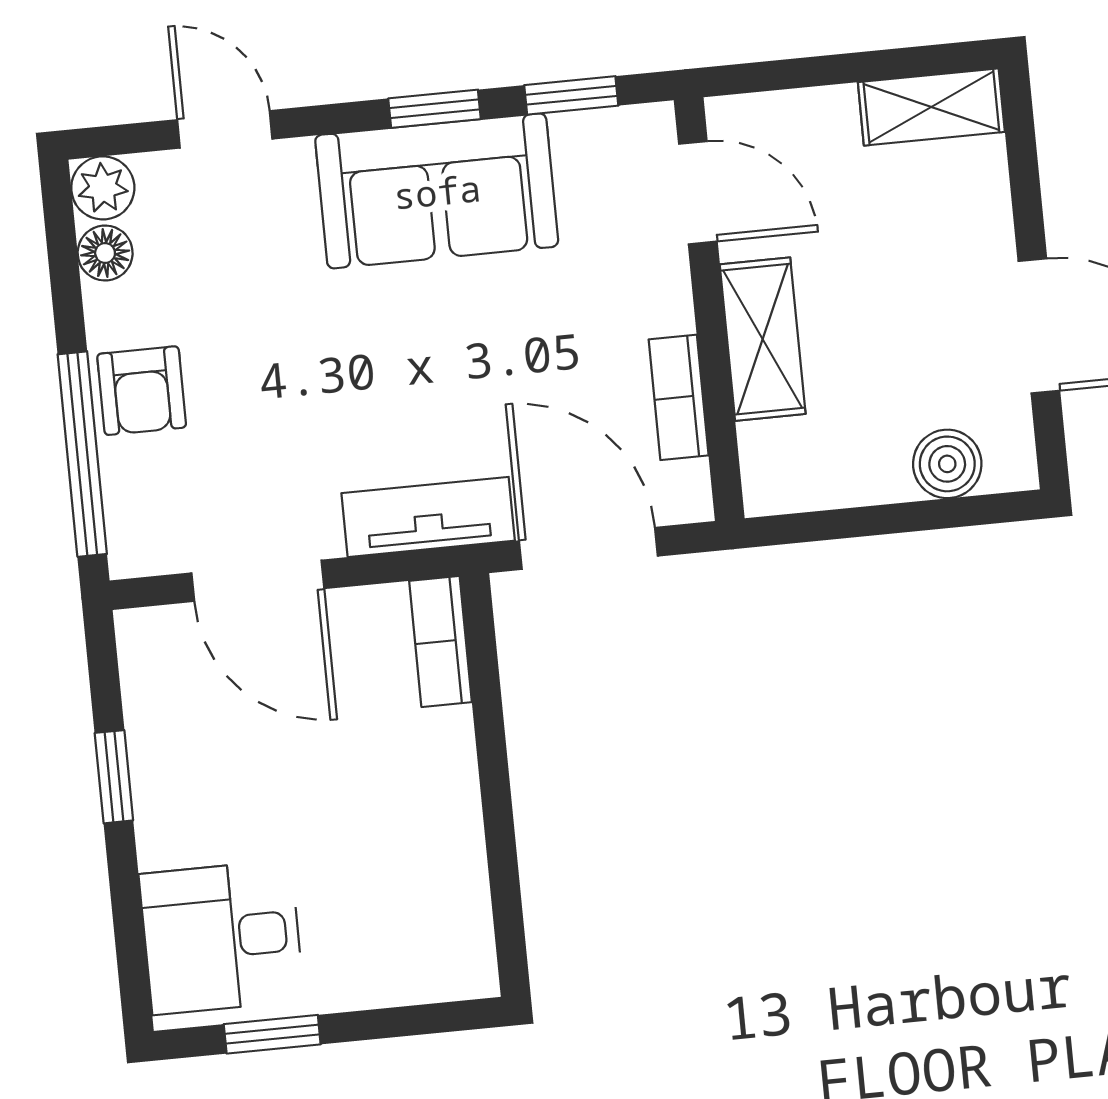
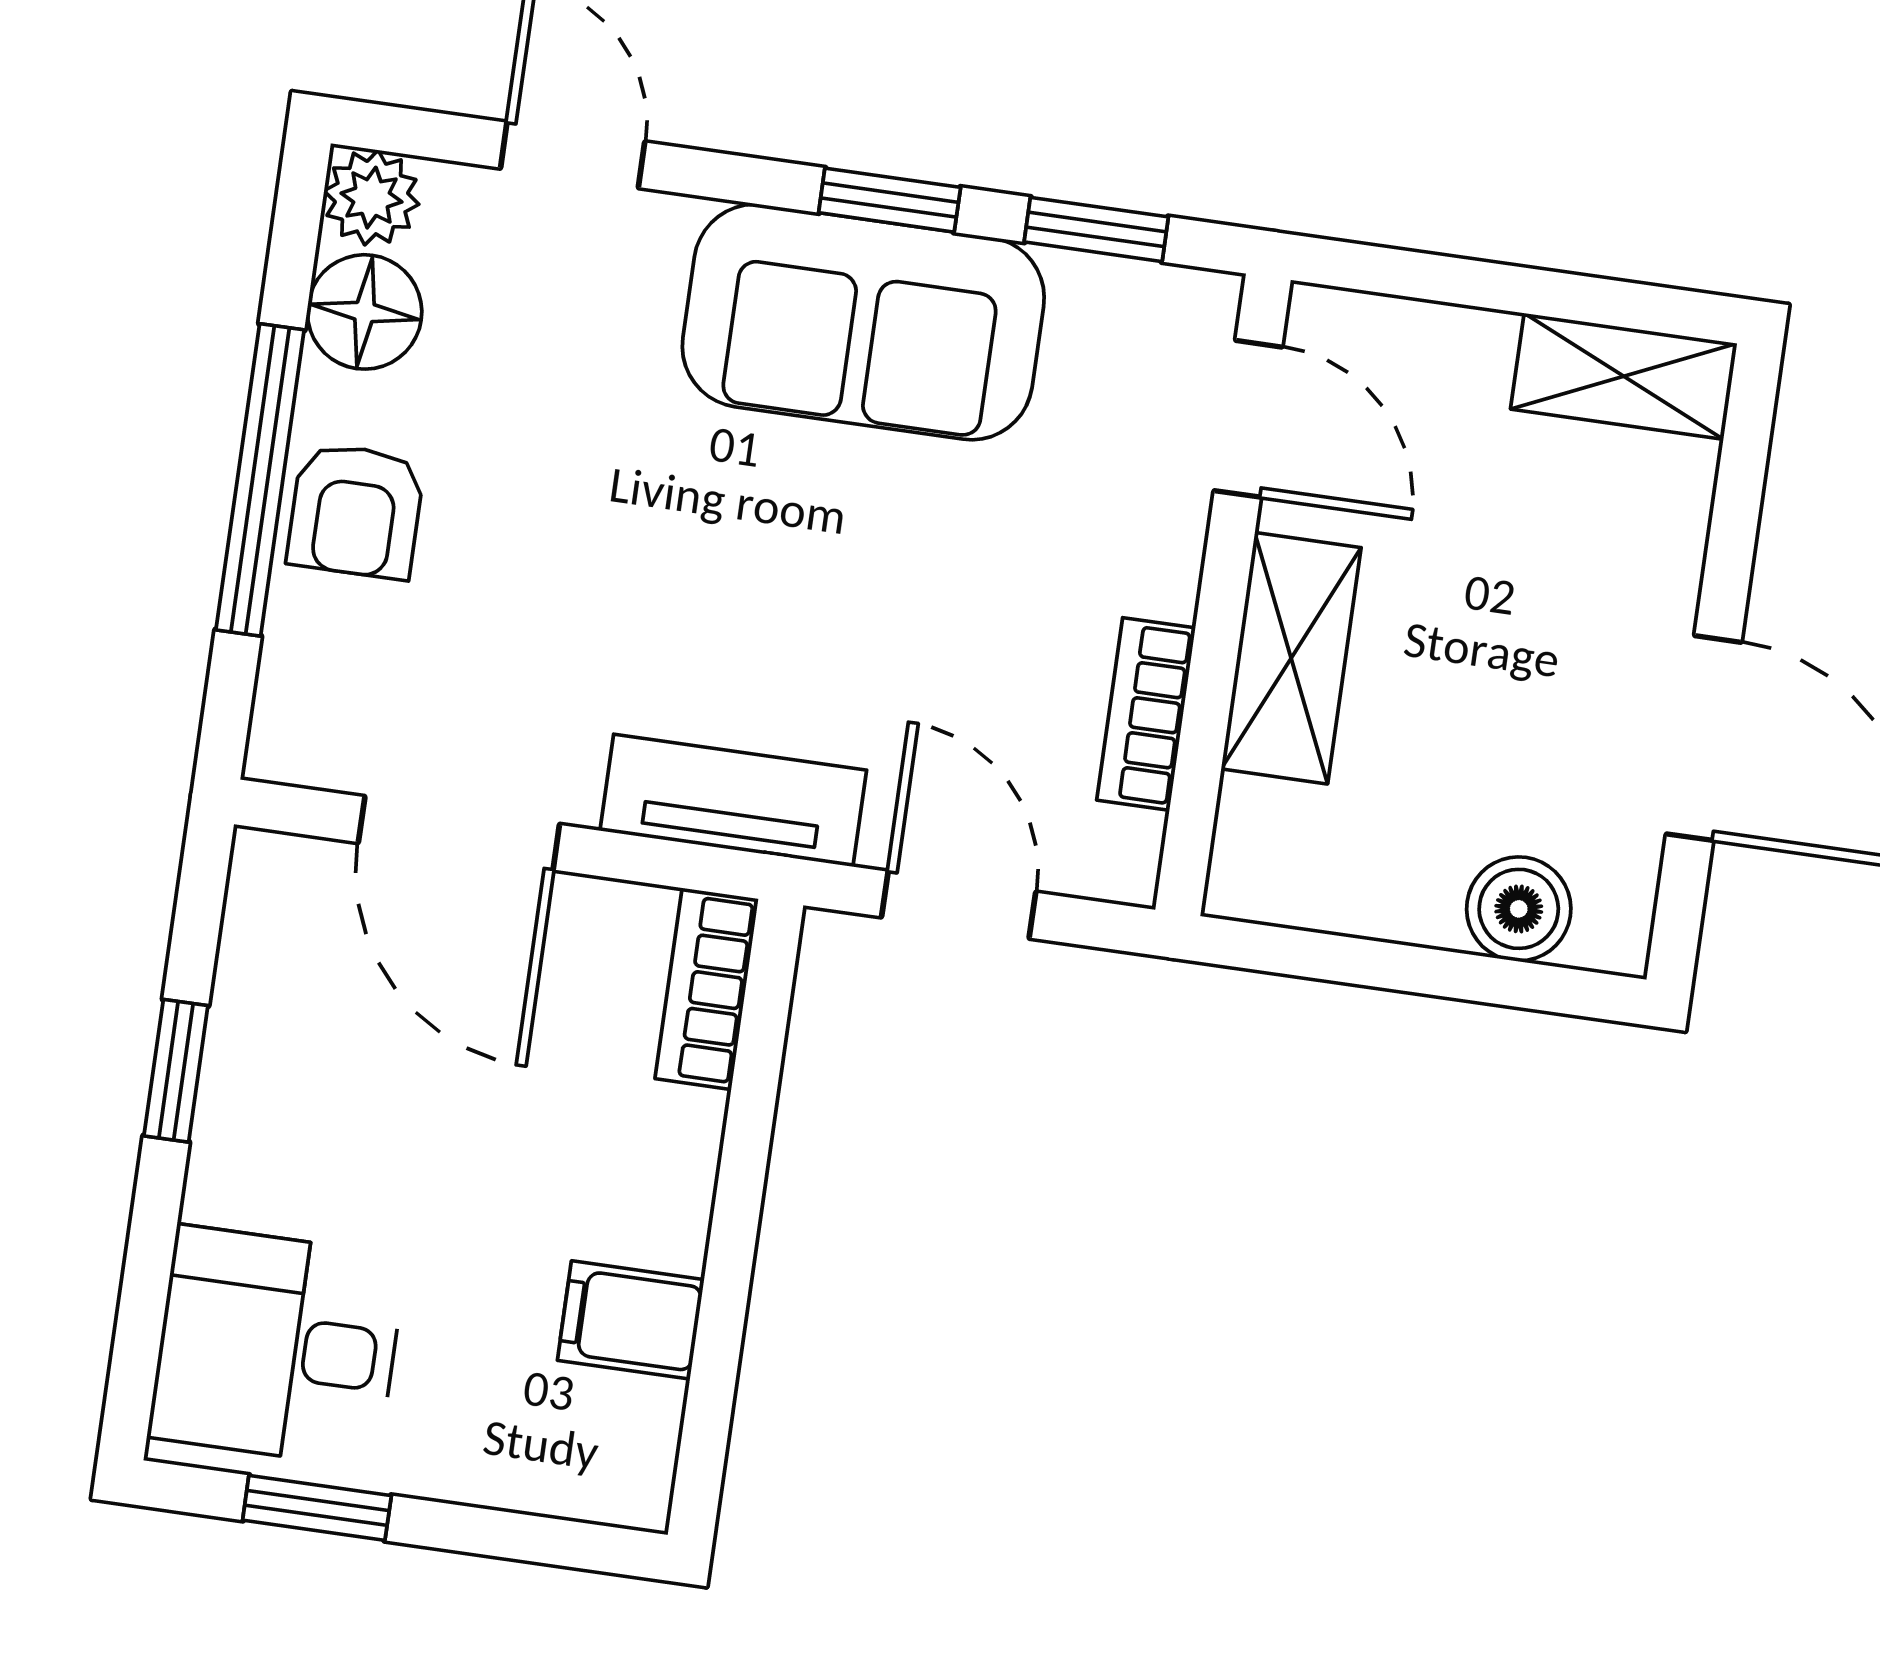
floor lamp: (105, 253) -> (365, 312), width x1.37, depth x1.37
window: (82, 454) -> (260, 480), moved
door: (588, 548) -> (959, 905), width x0.73
filing cabinet: (444, 865) -> (631, 1320), added

